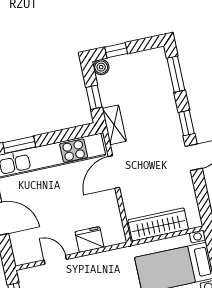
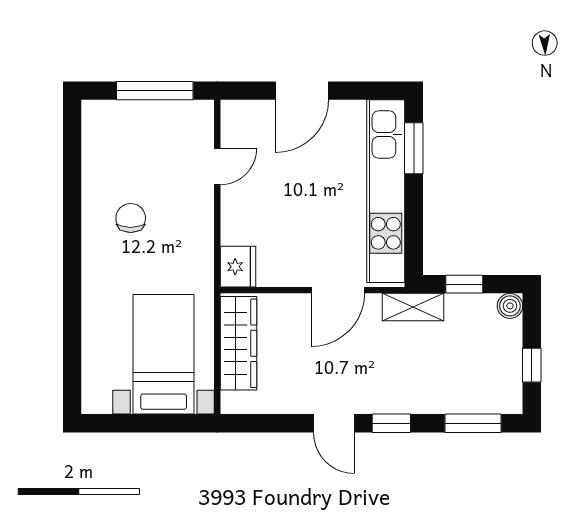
window: (116, 50) -> (532, 365), moved
door: (114, 172) -> (338, 290), swing flipped
fridge: (89, 240) -> (238, 267), moved

